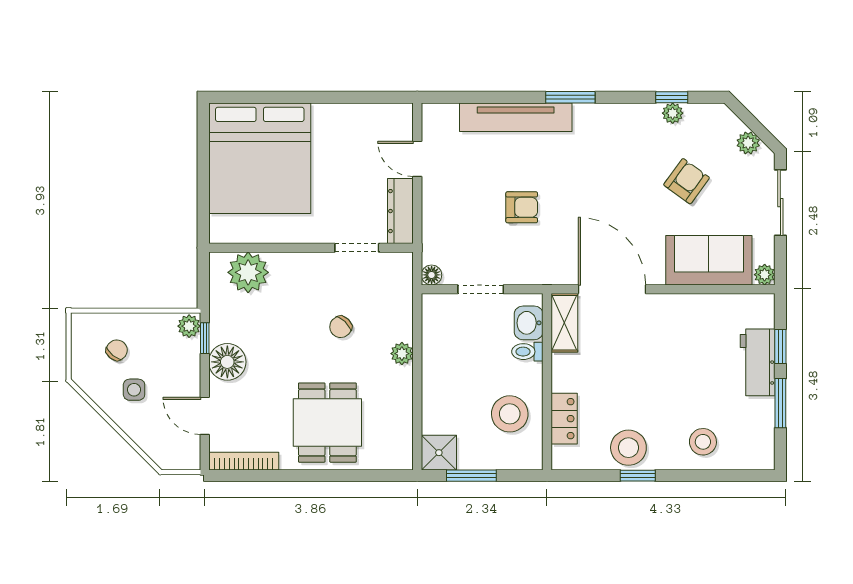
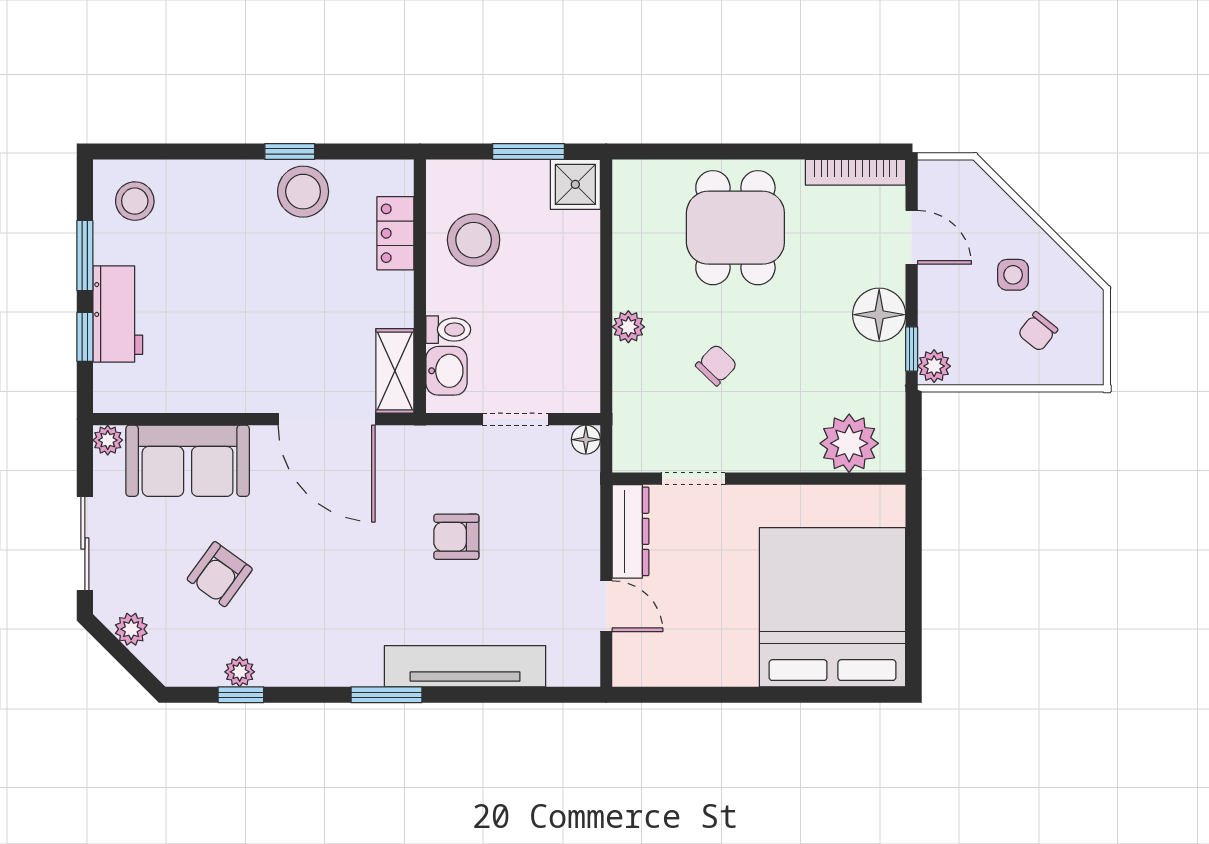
stool: (703, 442) -> (135, 201), moved

